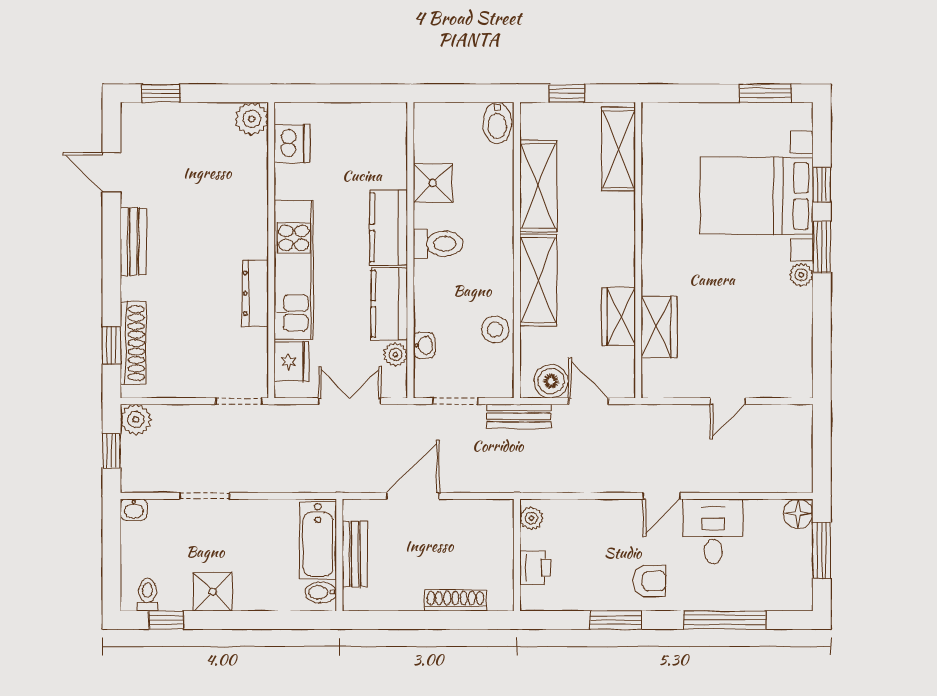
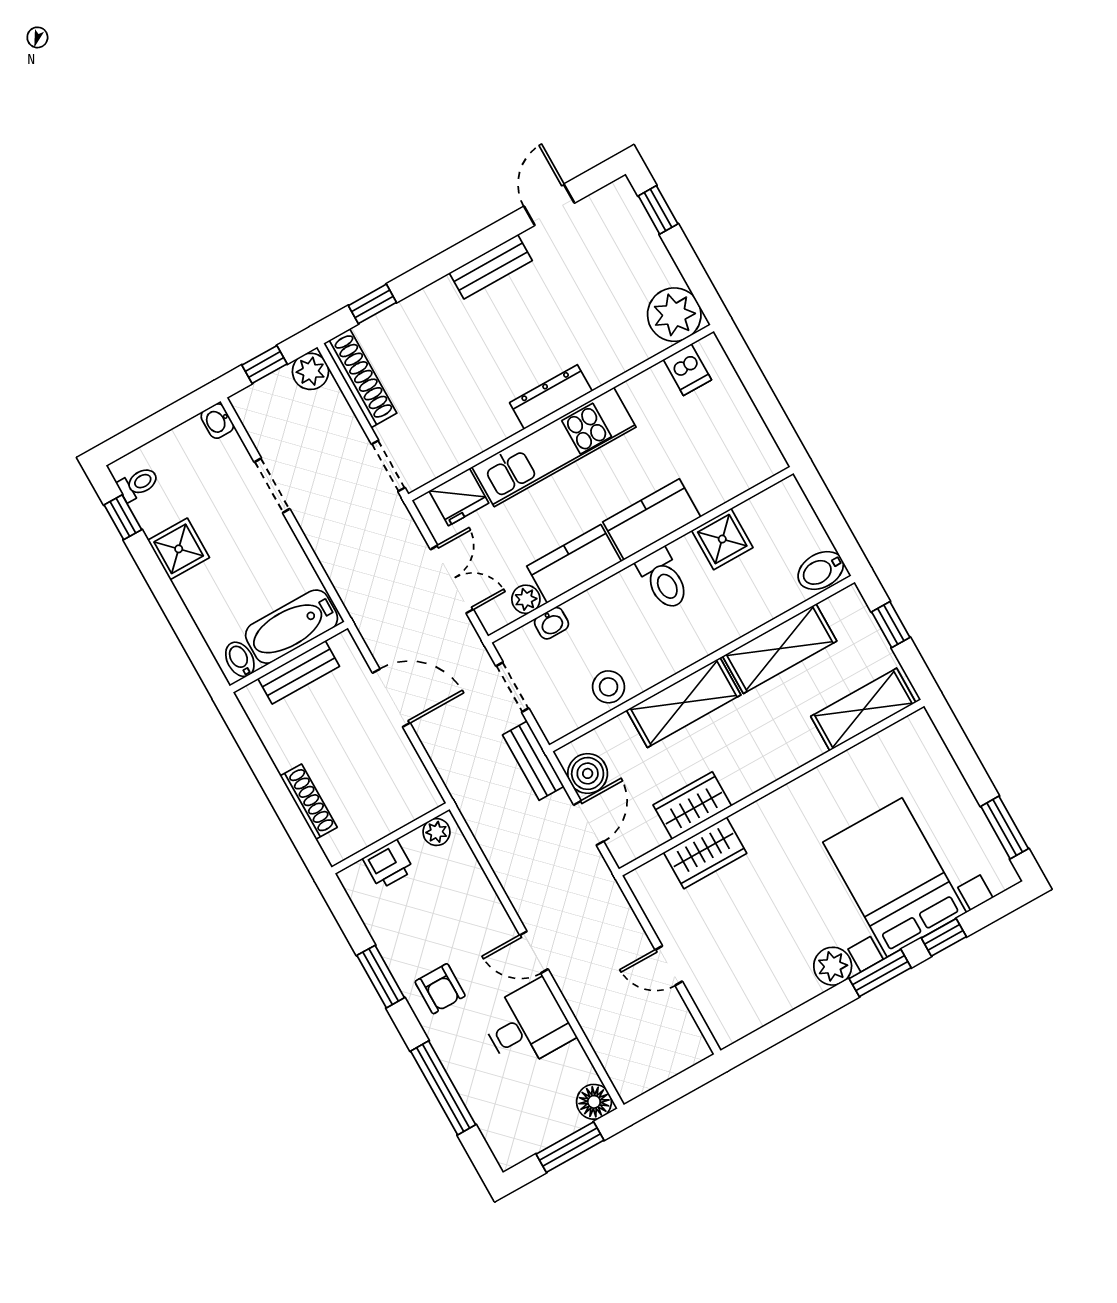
plant: (252, 119) -> (674, 315), width x1.36, depth x1.36
dishwasher: (292, 143) -> (687, 370), width x0.73
plant: (801, 275) -> (833, 966), width x1.38, depth x1.38
dresser: (255, 293) -> (551, 397), moved
shoe rack: (133, 343) -> (360, 378), moved, turned -90

